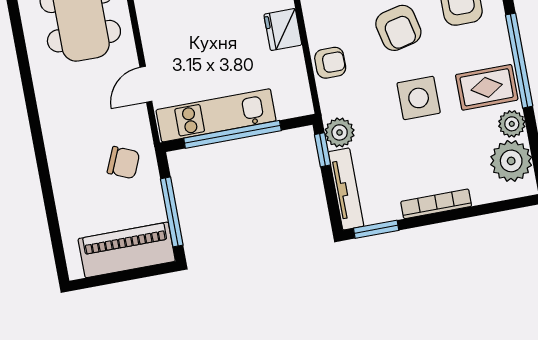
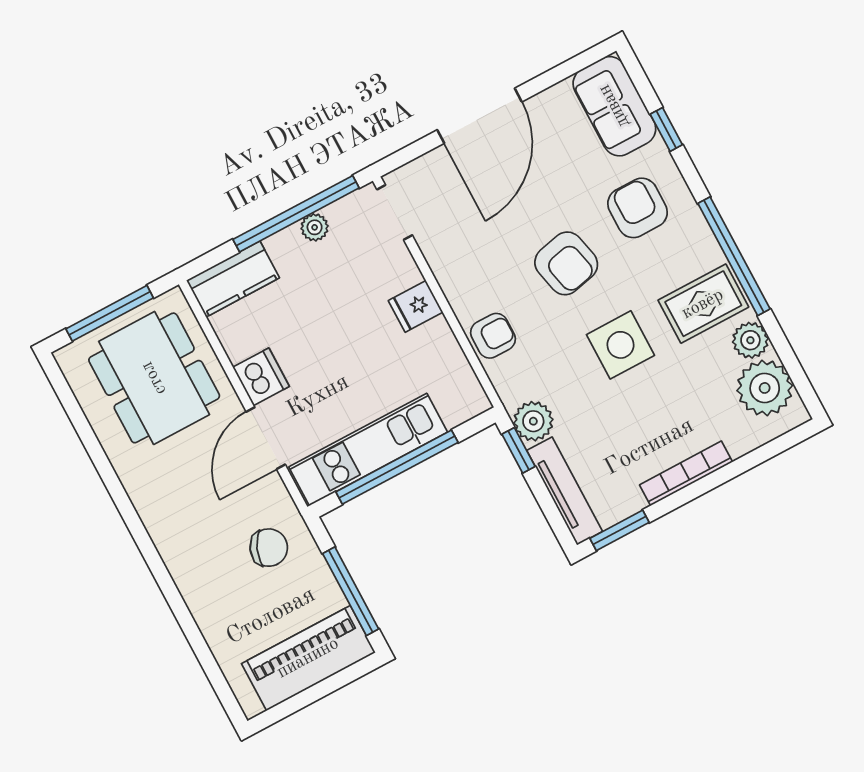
fridge: (283, 30) -> (416, 306), width x0.72
dishwasher: (156, 40) -> (261, 377), added
door: (146, 84) -> (266, 438), width x1.38

